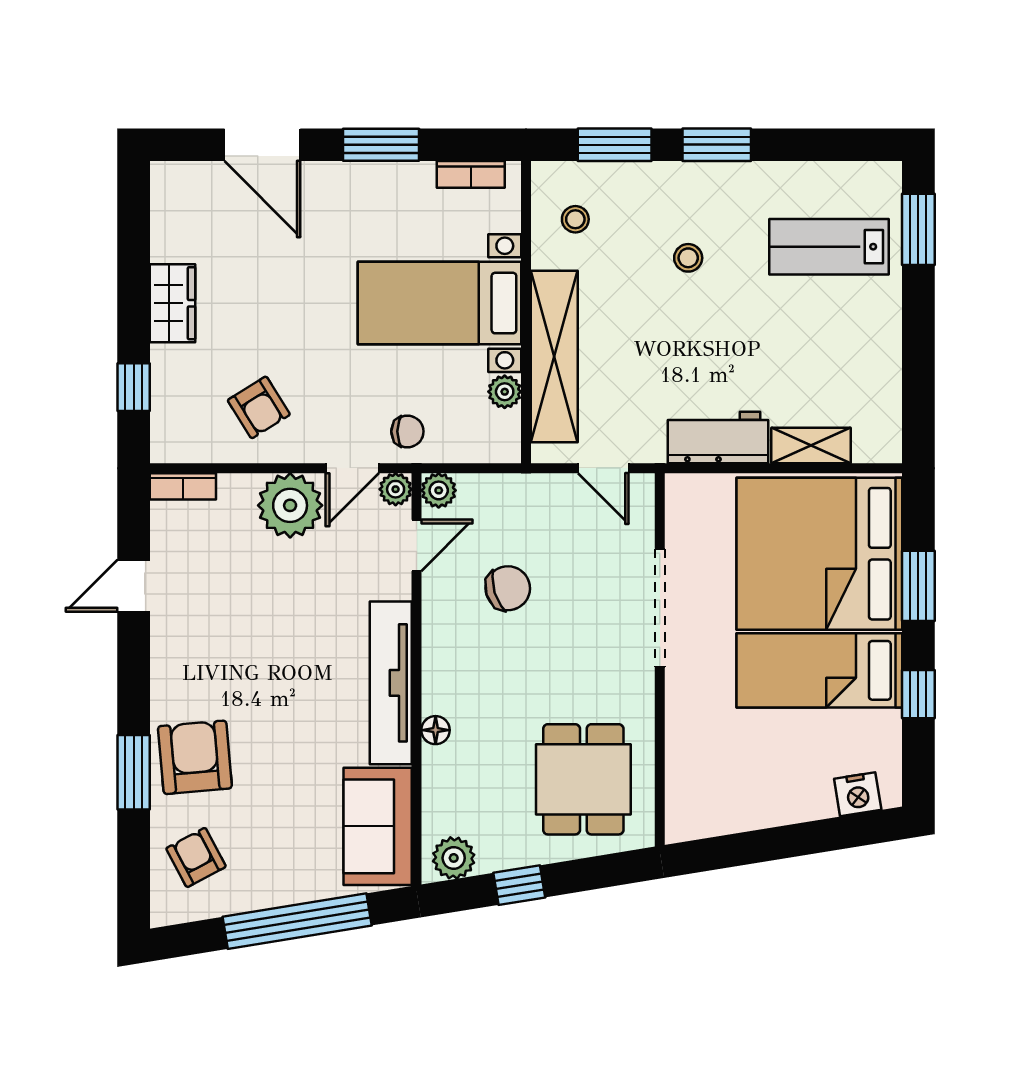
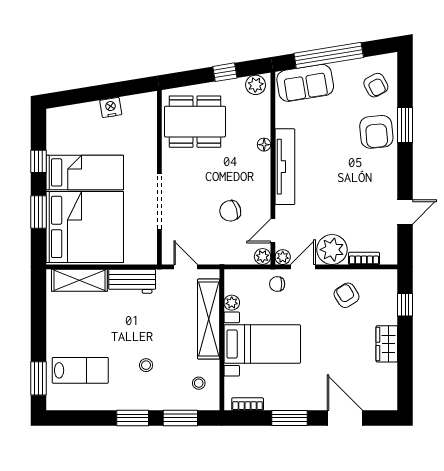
shelving: (811, 445) -> (79, 280), width x1.50, depth x1.33
bookcase: (183, 486) -> (364, 258), moved
dining table: (583, 779) -> (195, 122), width x1.37
nightstand: (858, 794) -> (111, 107), moved
sofa: (378, 826) -> (305, 83), moved, turned 81

